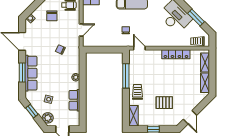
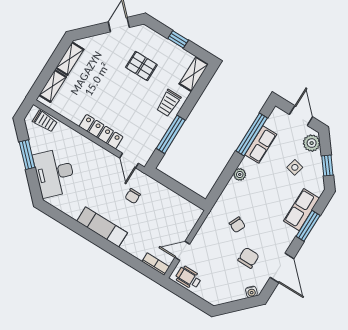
chair: (52, 16) -> (248, 258), moved
door: (81, 30) -> (182, 251), moved
locker: (176, 54) -> (101, 132), moved
row of seats: (31, 73) -> (302, 210), width x0.68
window: (83, 103) -> (252, 134), added

